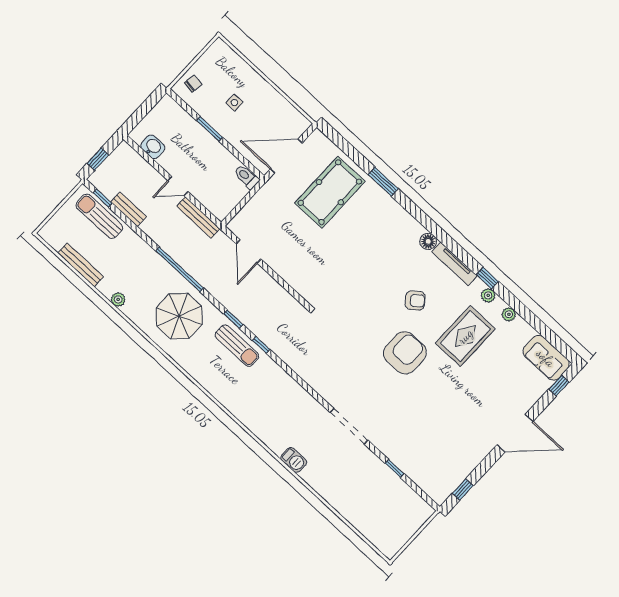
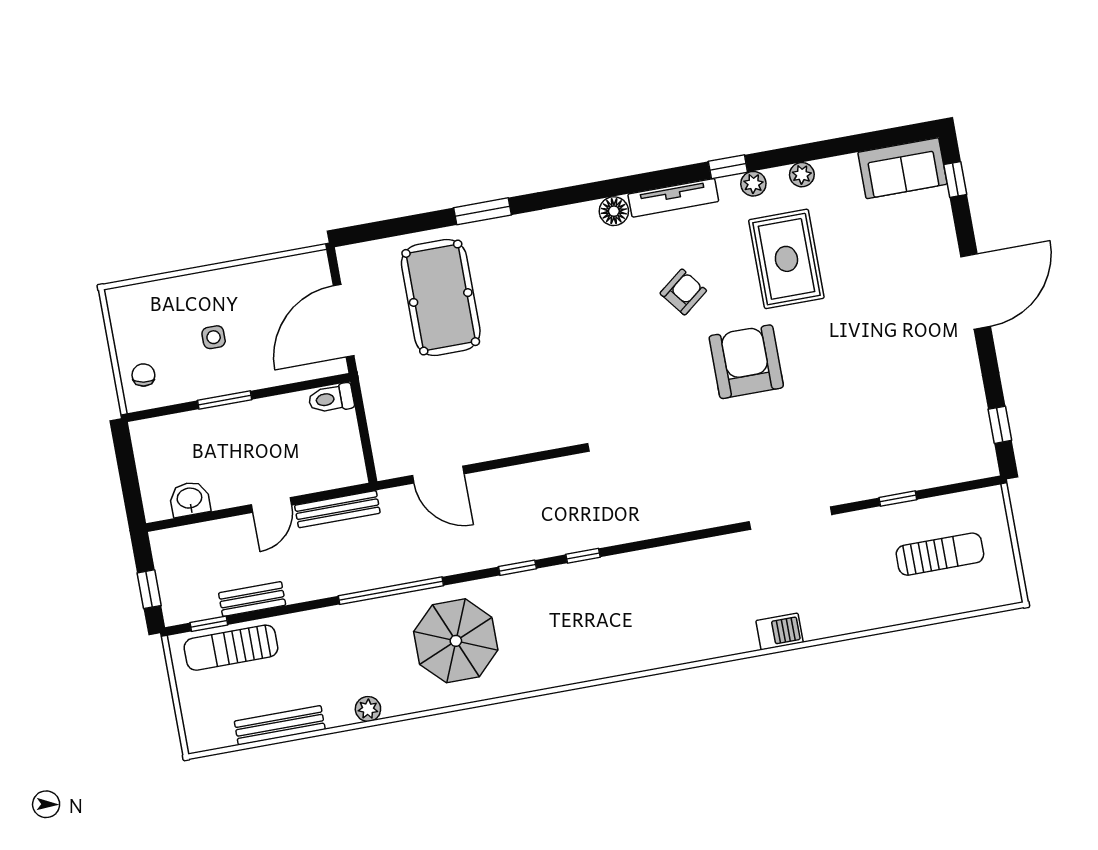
sun lounger: (237, 346) -> (940, 554), moved

